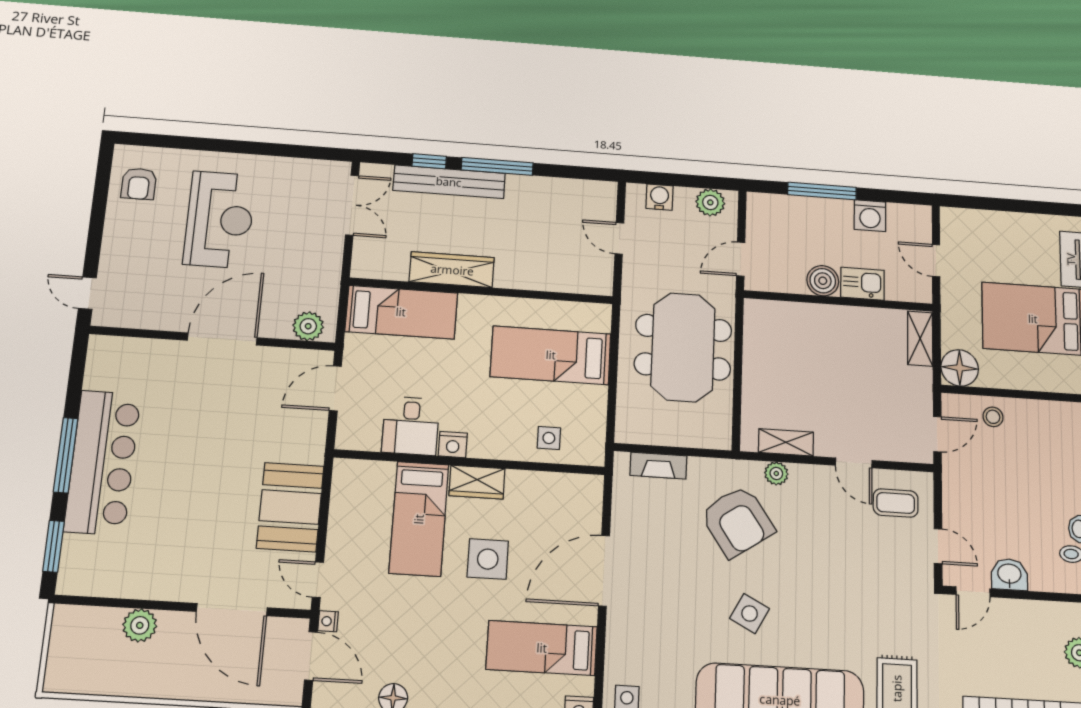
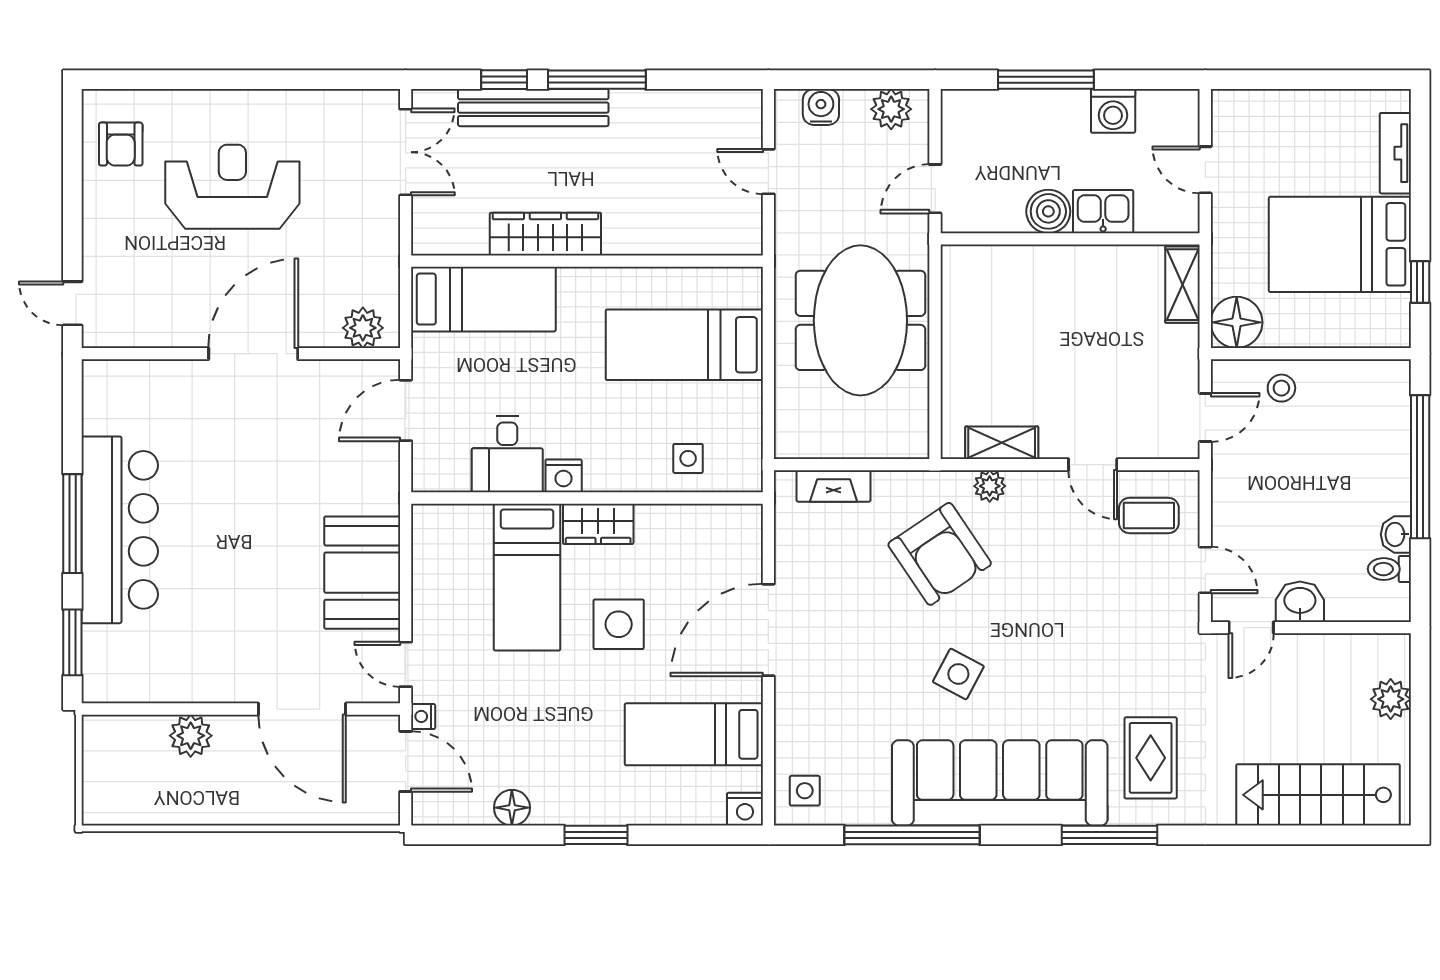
reception desk: (220, 220) -> (232, 187), turned -90

